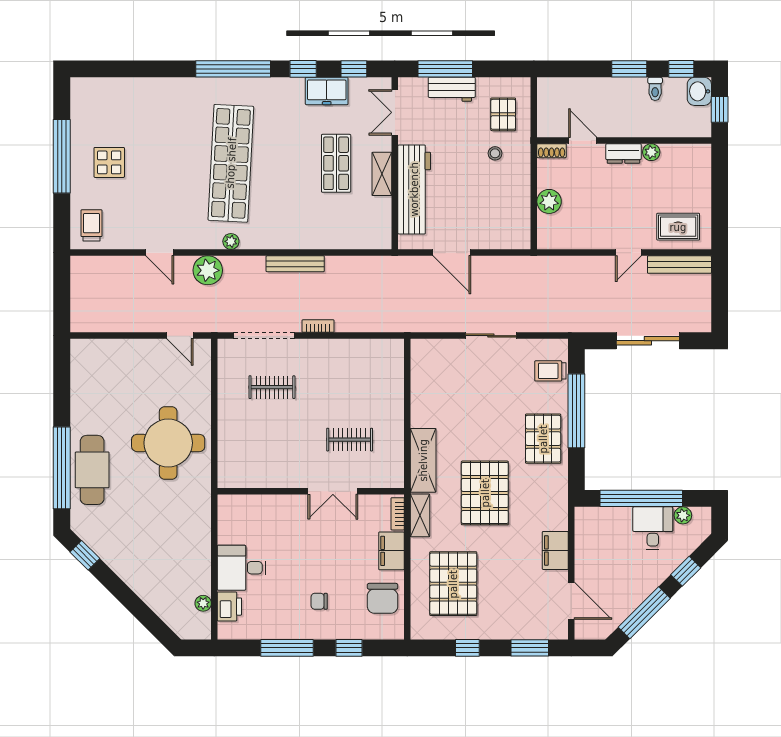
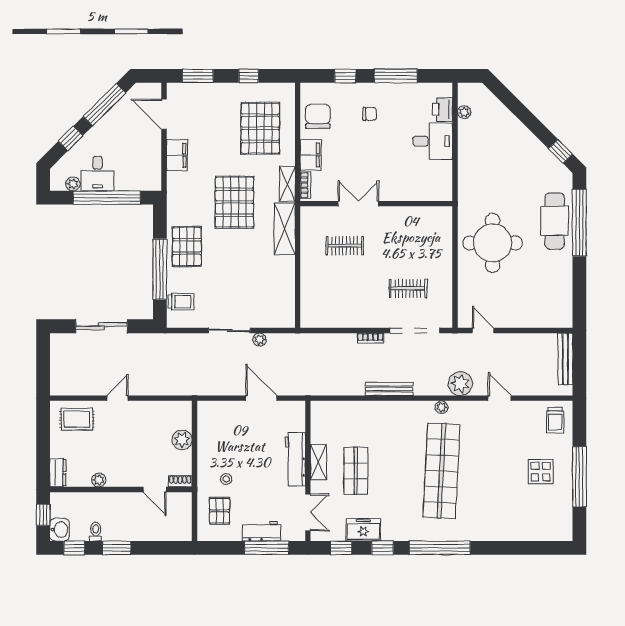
dresser: (623, 153) -> (58, 473), moved, turned 90
workbench: (414, 189) -> (295, 459), width x0.73, depth x0.76
bench: (679, 265) -> (565, 359), moved, turned 90
plant: (454, 324) -> (259, 340), added

